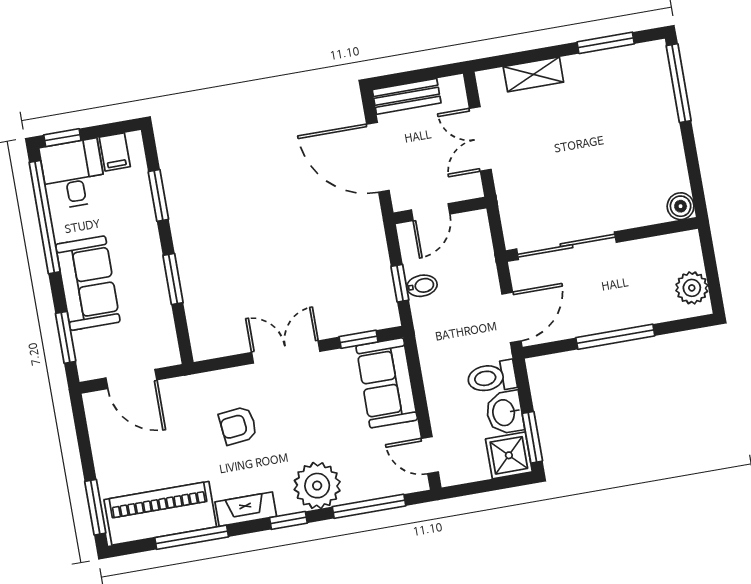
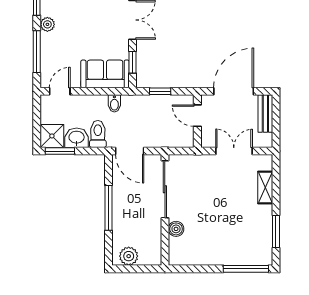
boiler: (681, 206) -> (176, 229), moved
bidet: (422, 286) -> (114, 103), moved
plant: (317, 486) -> (47, 24), width x0.53, depth x0.53

